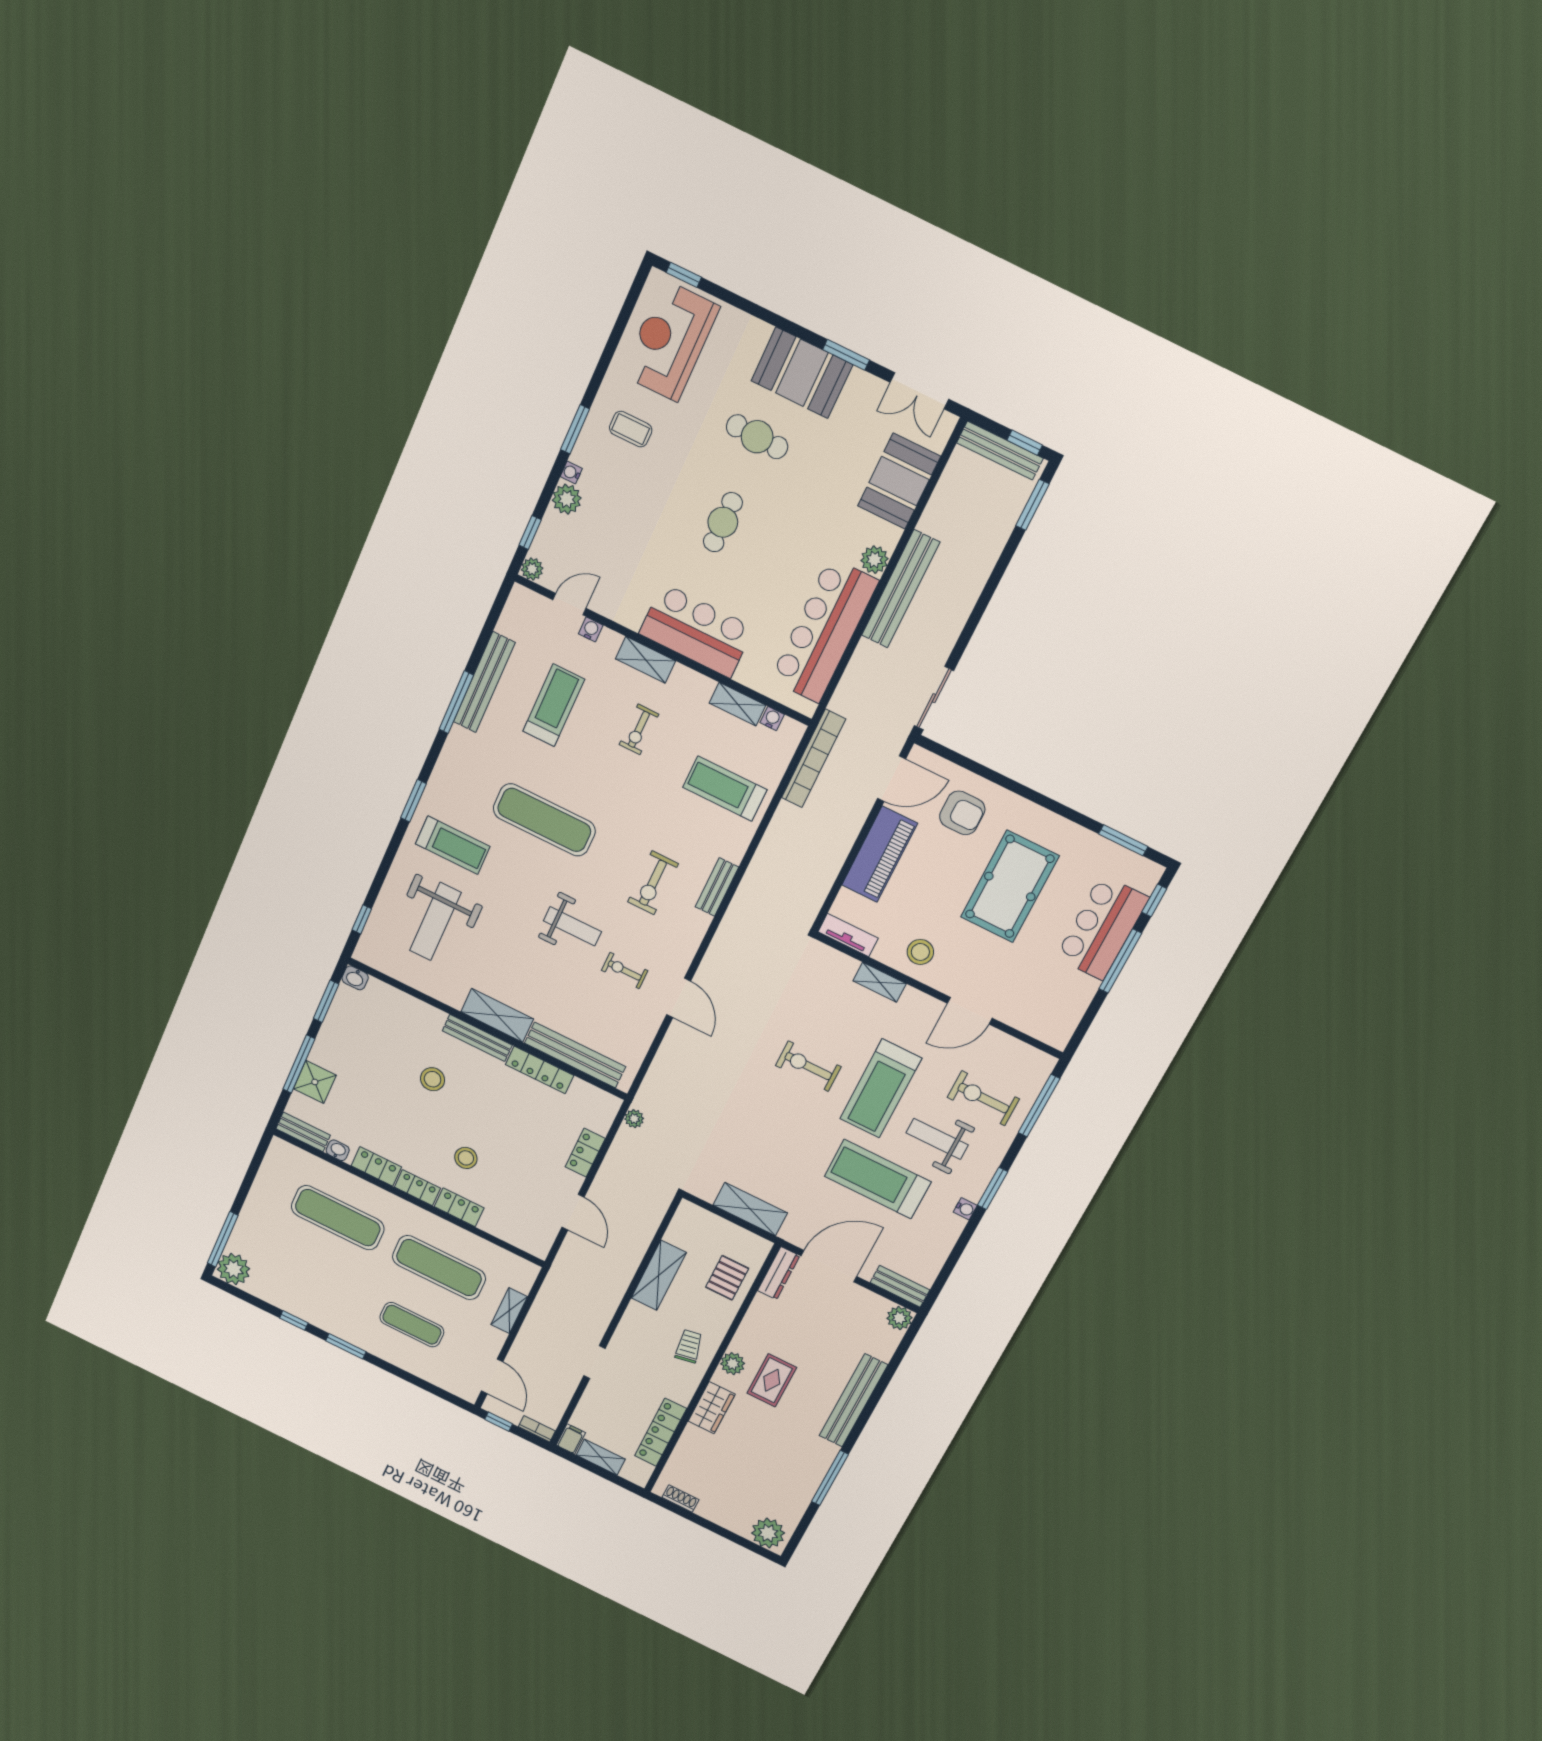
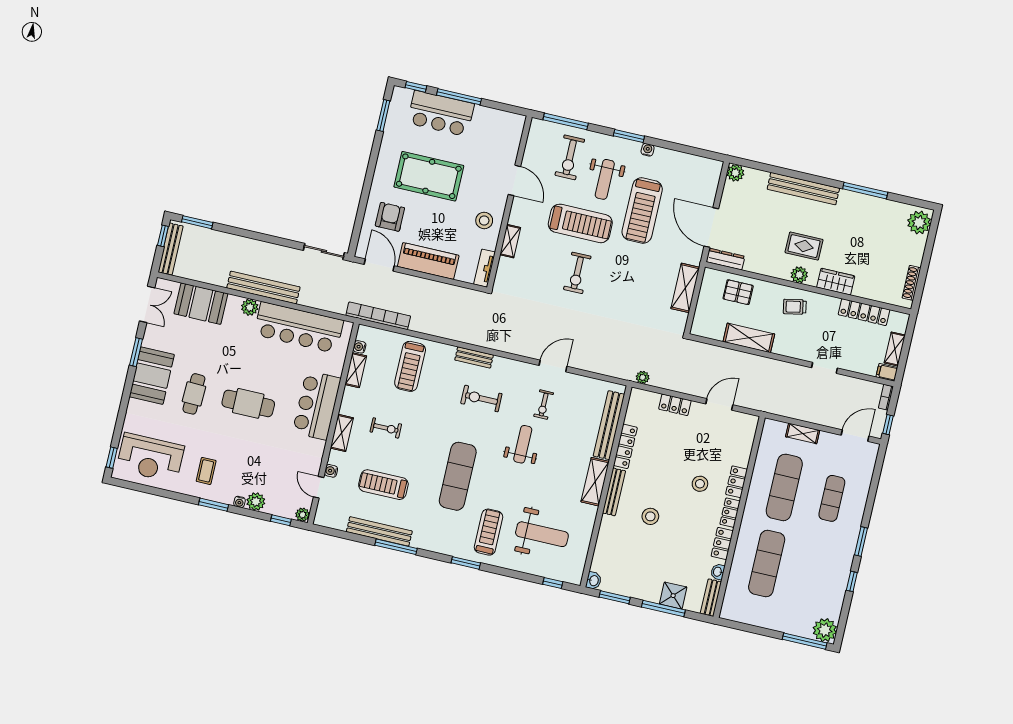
cafe table: (723, 522) -> (248, 403), width x1.37, depth x1.35
exercise bike: (653, 883) -> (481, 399), turned 180
bench: (900, 1286) -> (713, 178), removed
shoe rack: (680, 1498) -> (911, 283), width x1.43

